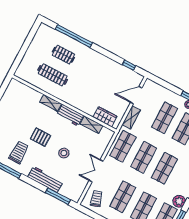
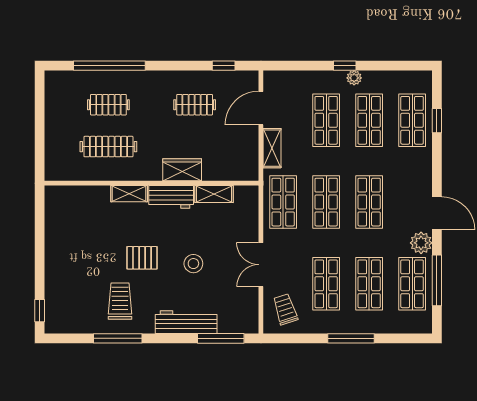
clothes rail: (105, 77) -> (195, 105), added
wardrobe: (105, 117) -> (182, 170), moved

